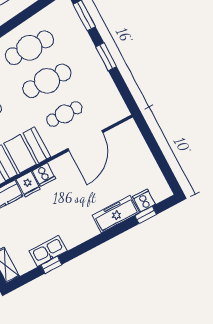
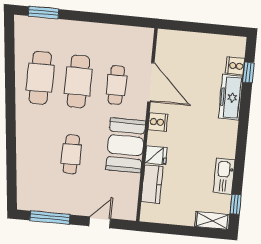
window: (106, 57) -> (91, 17), removed
cooker: (44, 175) -> (158, 122), moved
window: (51, 265) -> (236, 204), moved

